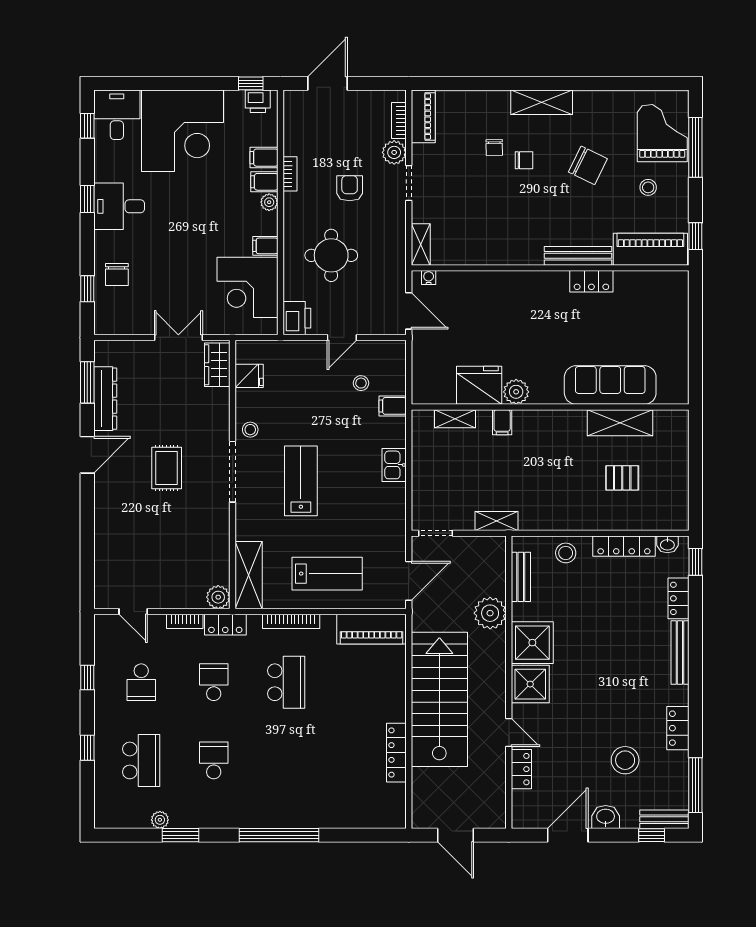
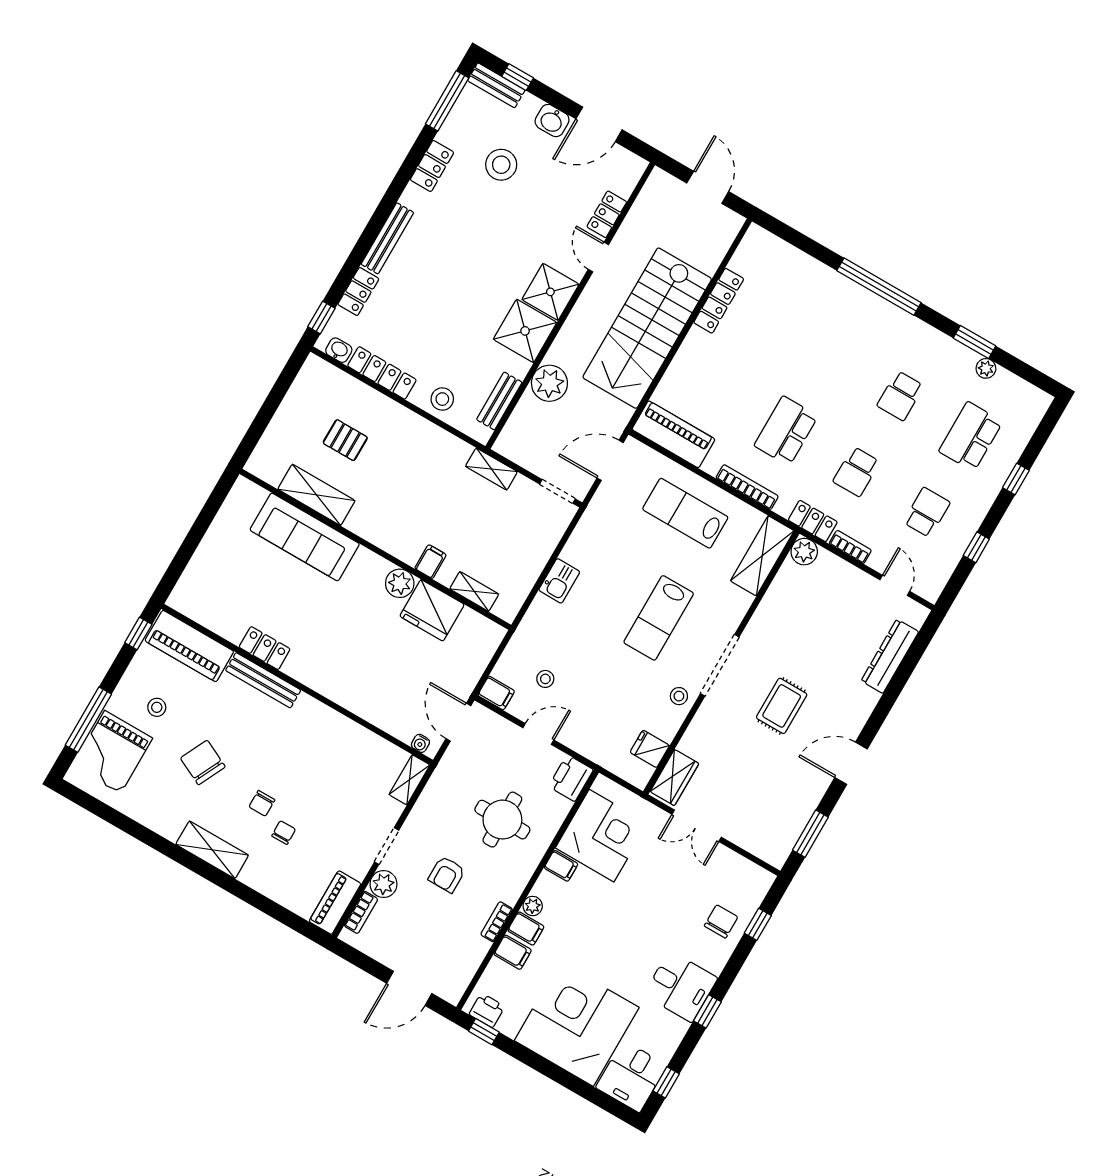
chair: (524, 160) -> (262, 803), turned -90
dresser: (105, 399) -> (890, 656), moved
filing cabinet: (393, 406) -> (496, 693), moved

